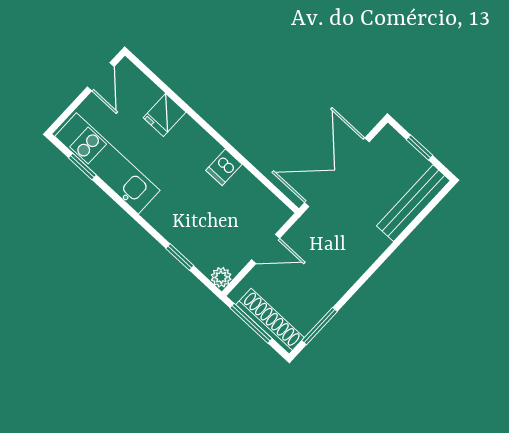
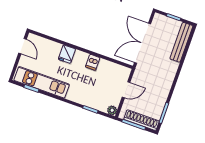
fridge: (165, 115) -> (67, 54), moved

